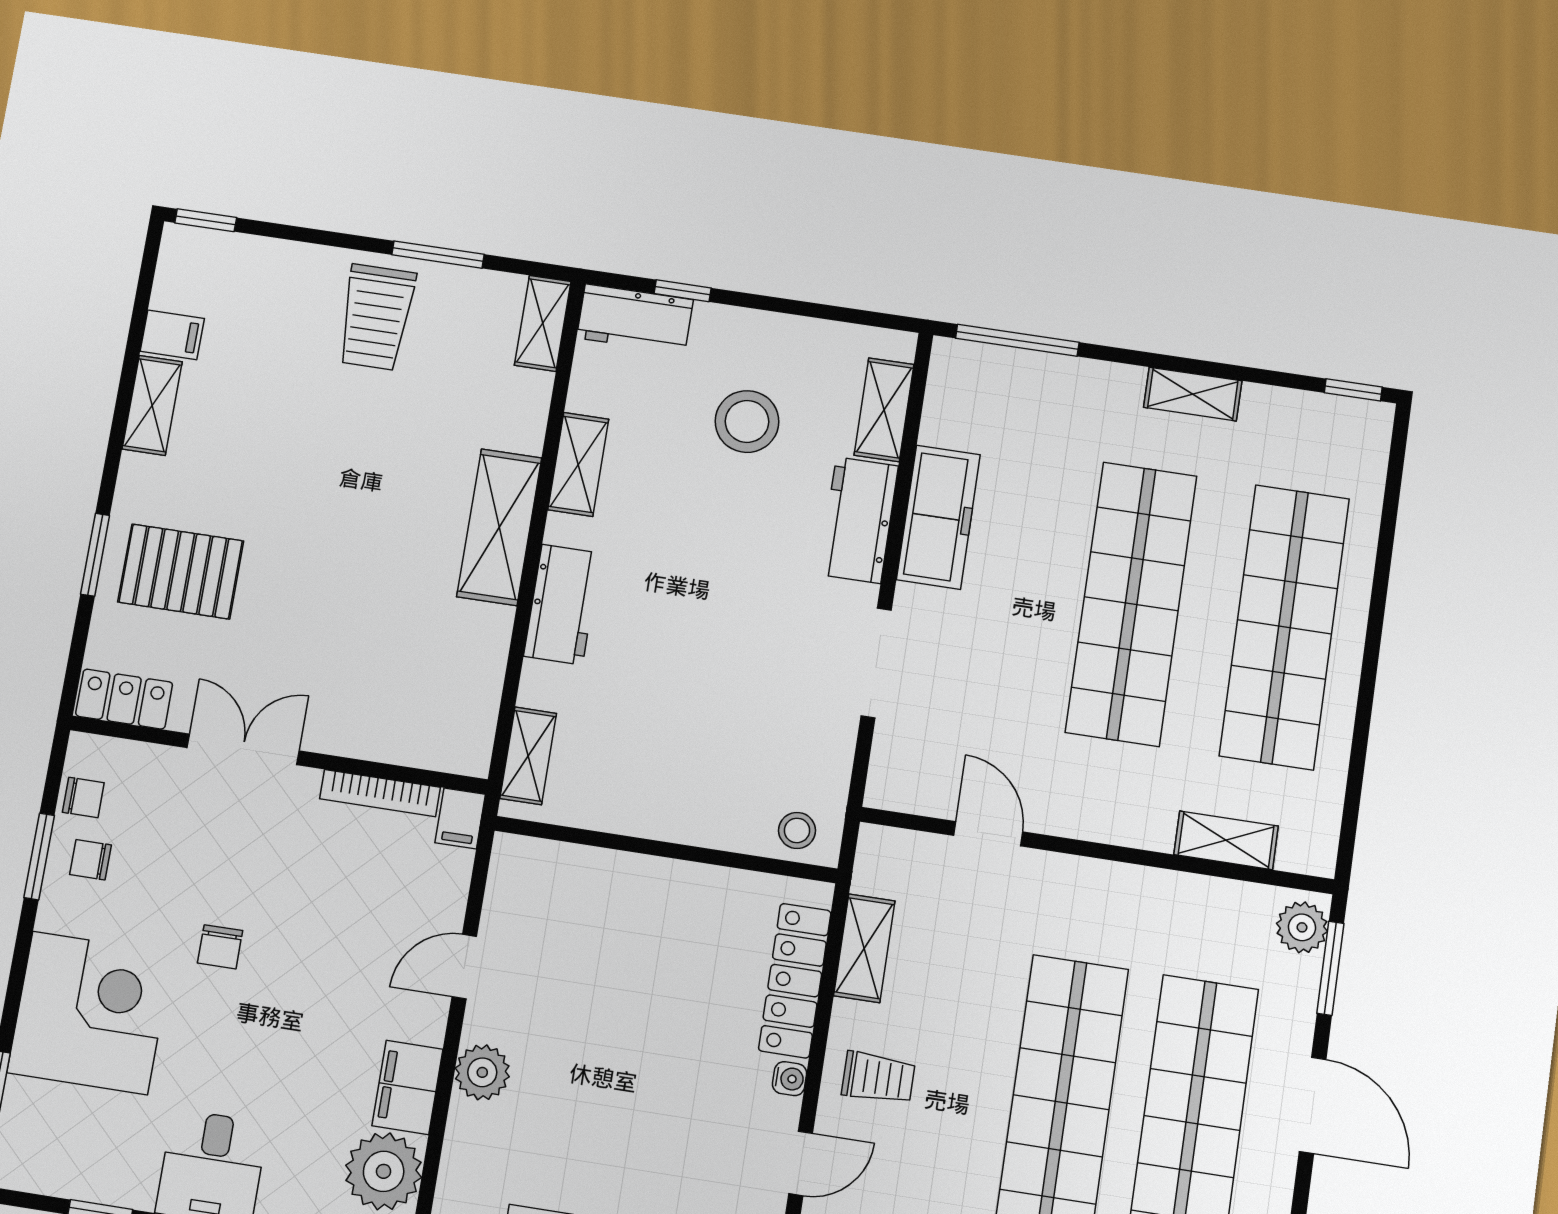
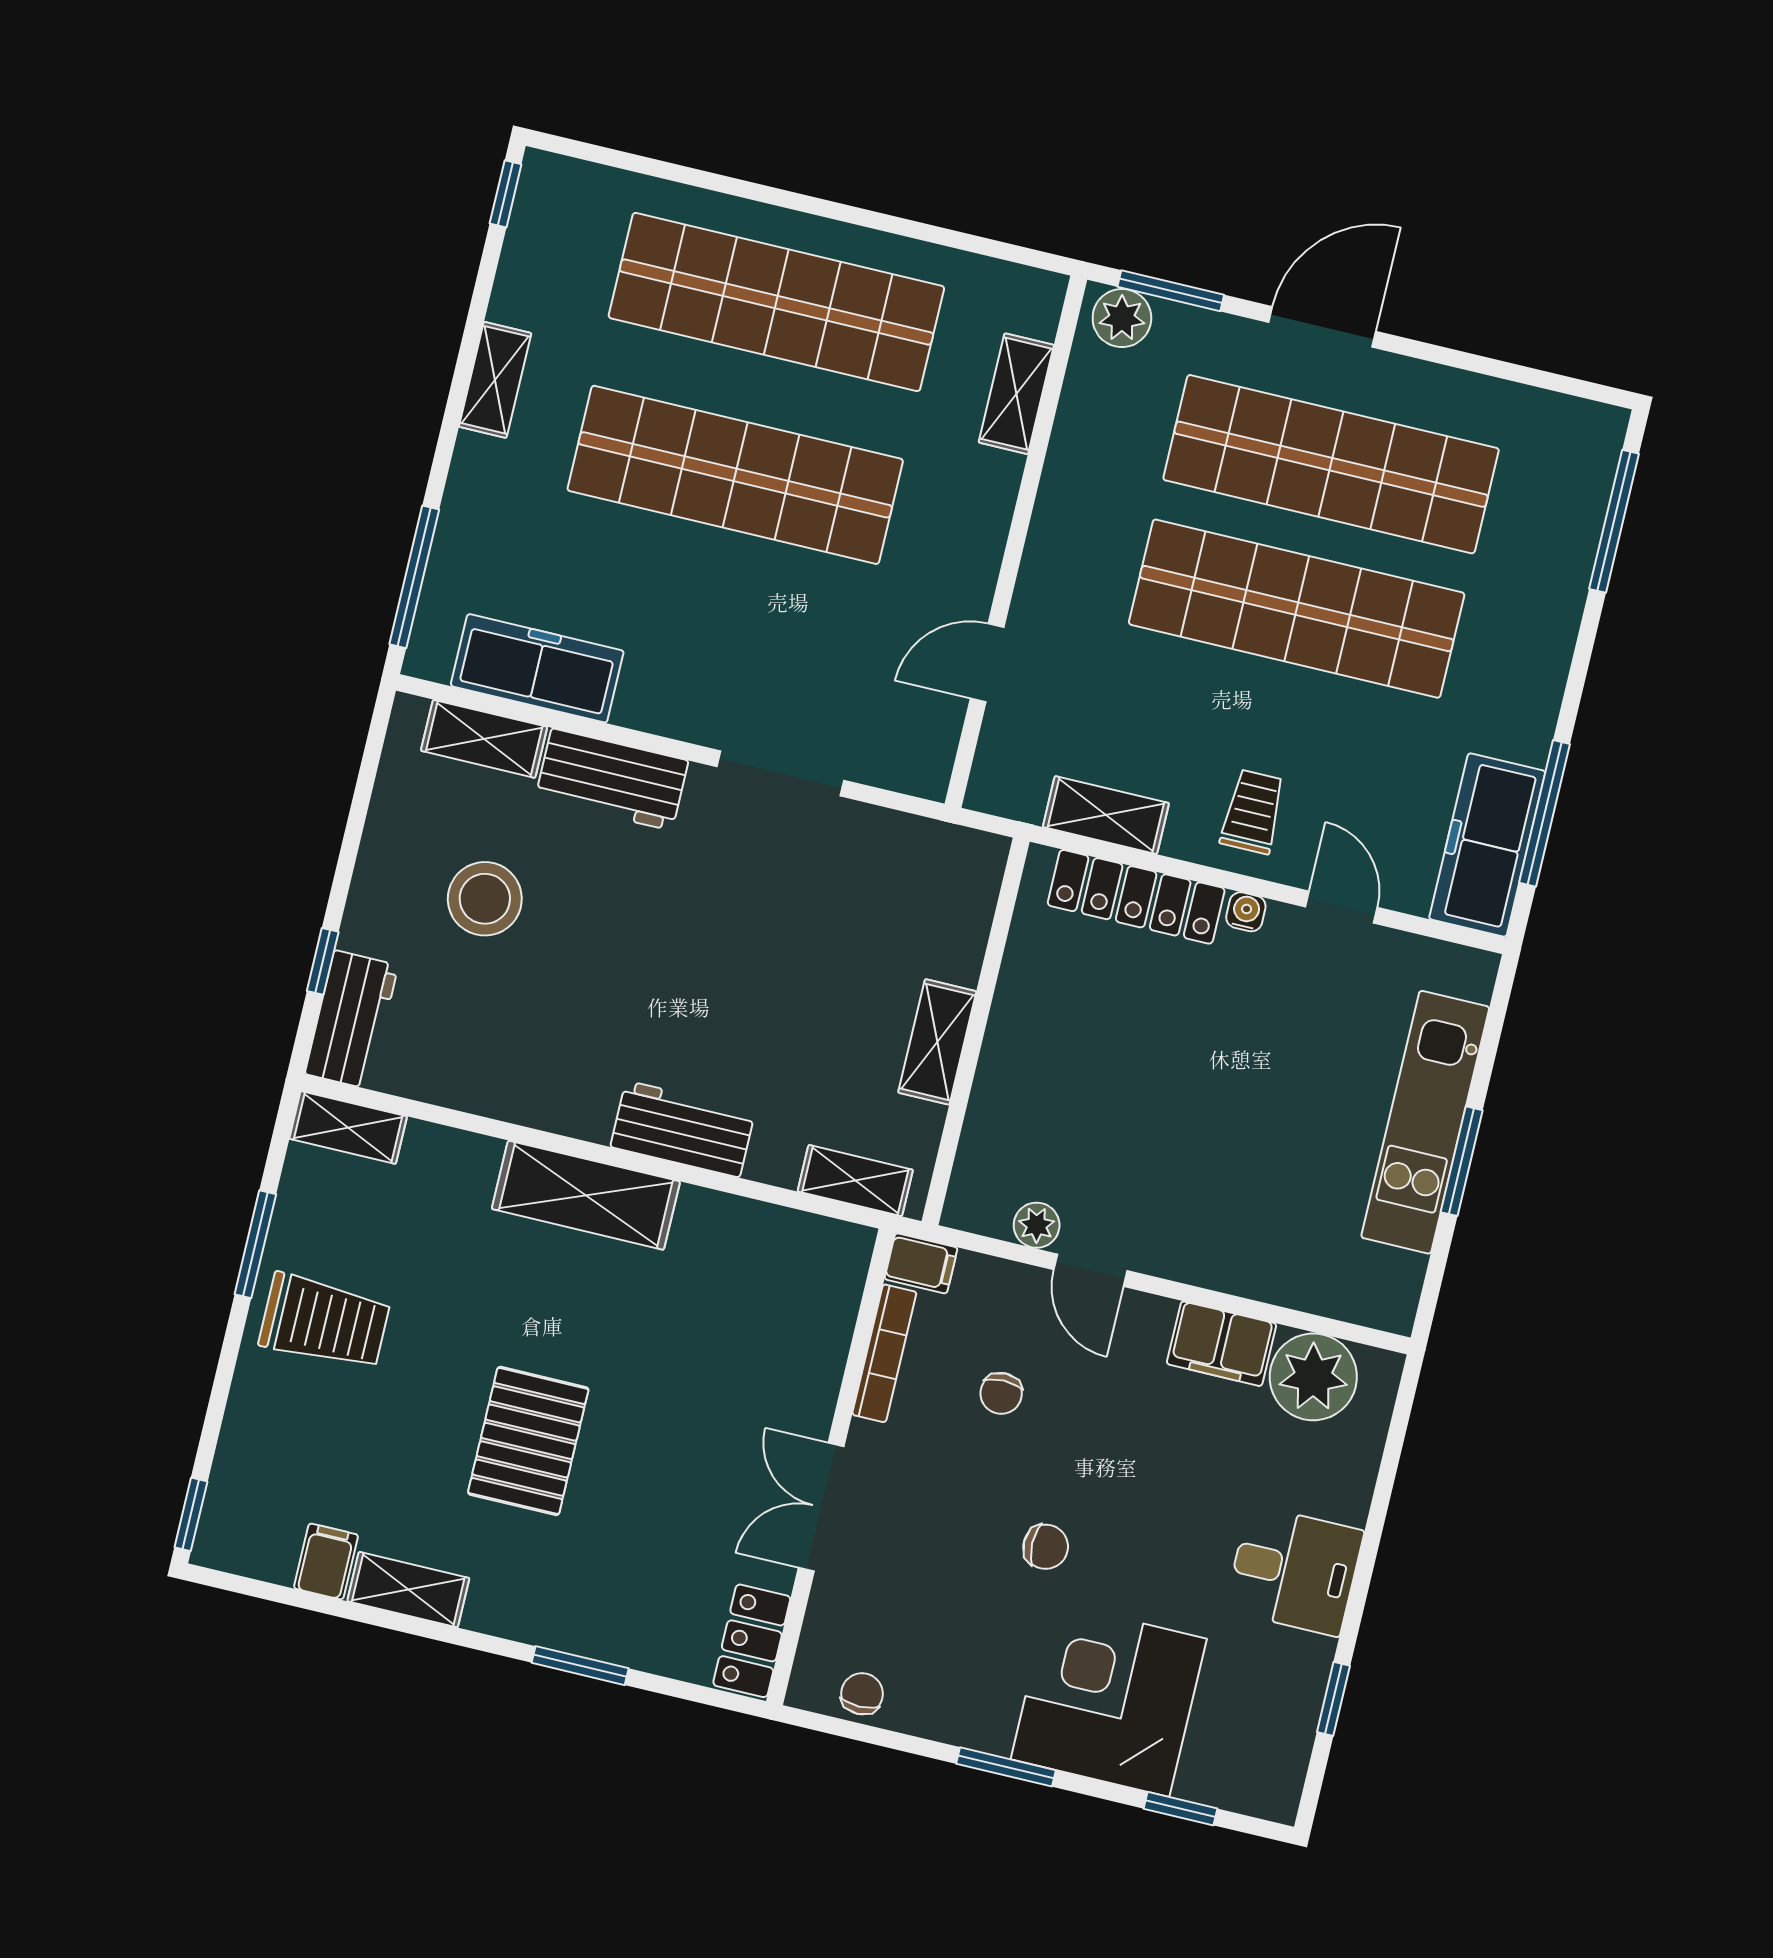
shelving: (578, 464) -> (937, 1042), moved, turned 90
freezer: (938, 517) -> (537, 668), moved
pallet: (181, 571) -> (528, 1441), moved
stool: (797, 830) -> (966, 880), removed
window: (39, 856) -> (1006, 1767), moved
chair: (91, 860) -> (1001, 1393), moved
plant: (482, 1072) -> (1037, 1225), moved, width x0.73, depth x0.73

